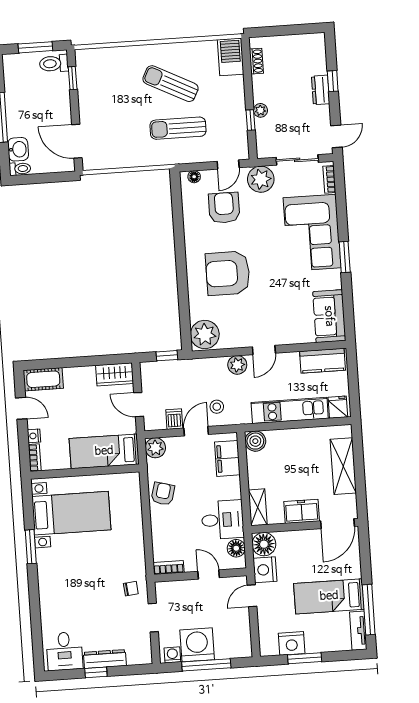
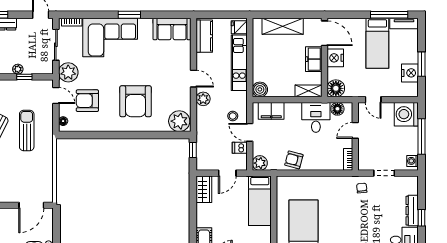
sun lounger: (178, 128) -> (27, 130), turned 180
nightstand: (265, 570) -> (335, 58), moved, turned 90
washing machine: (197, 645) -> (406, 114), moved

